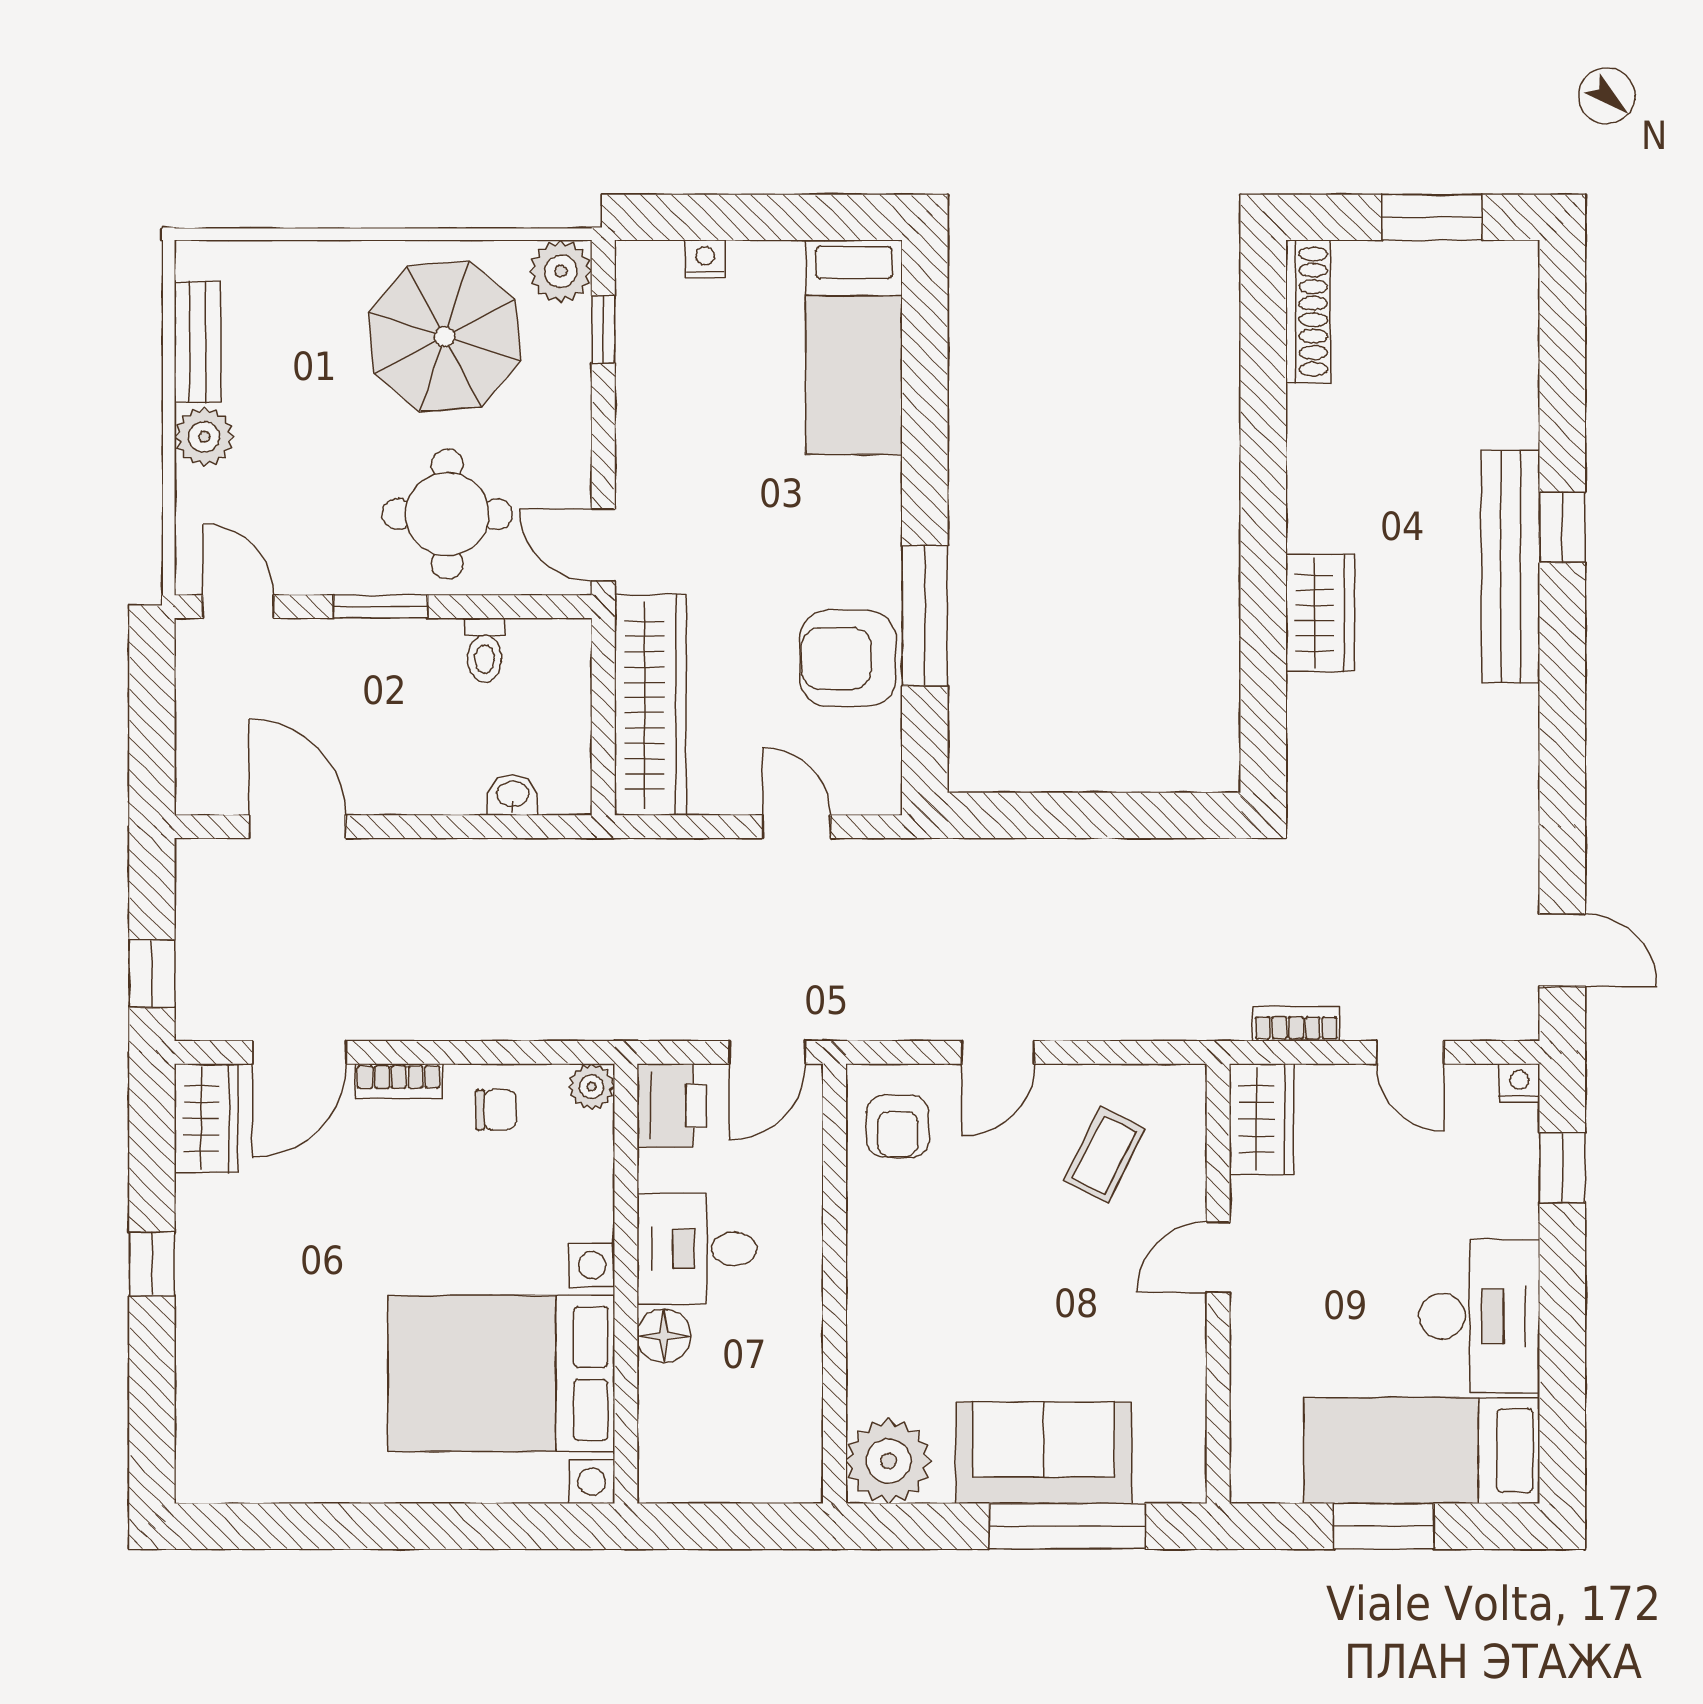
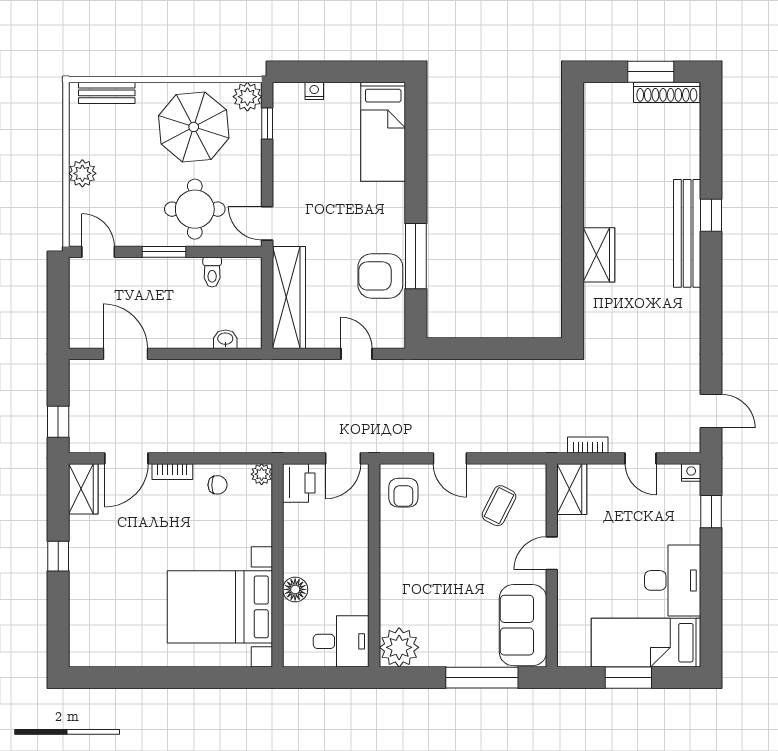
shoe rack: (1308, 311) -> (667, 92), moved, turned 90
bench: (198, 342) -> (107, 93), moved, turned 90
door: (998, 1052) -> (450, 458), hinge flipped
desk: (697, 1249) -> (341, 641), moved, turned 180
sofa: (1044, 1453) -> (523, 625), moved, turned -90

